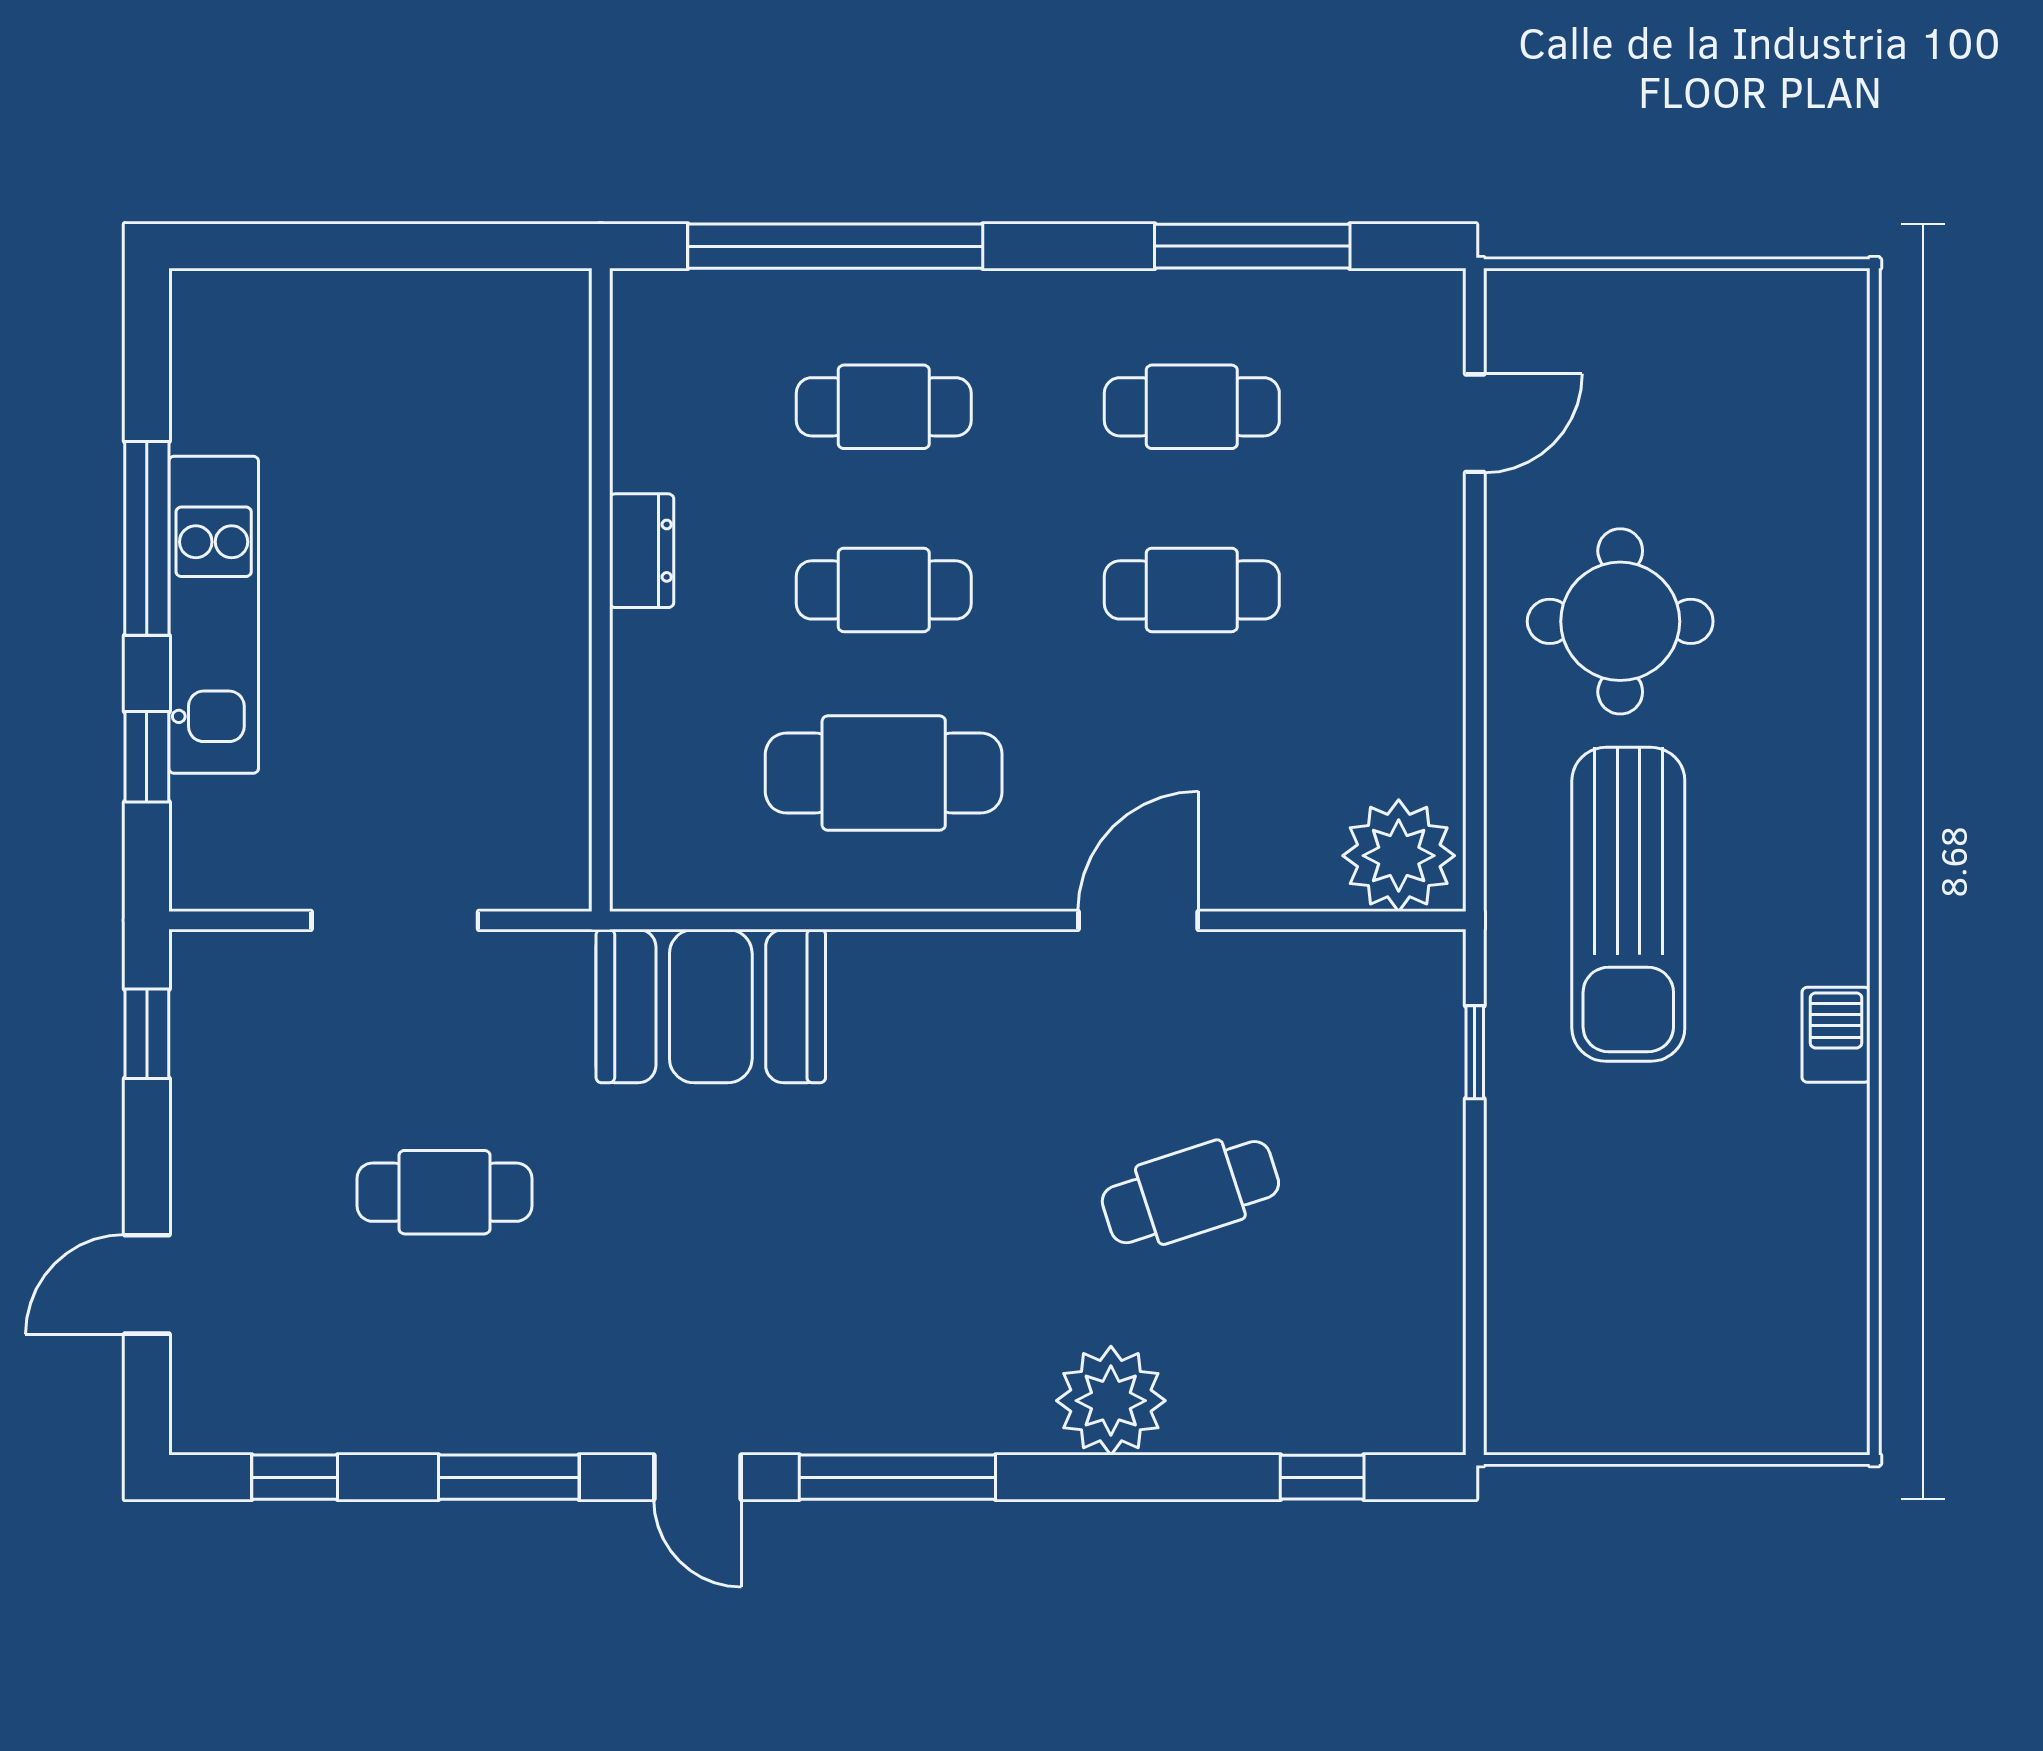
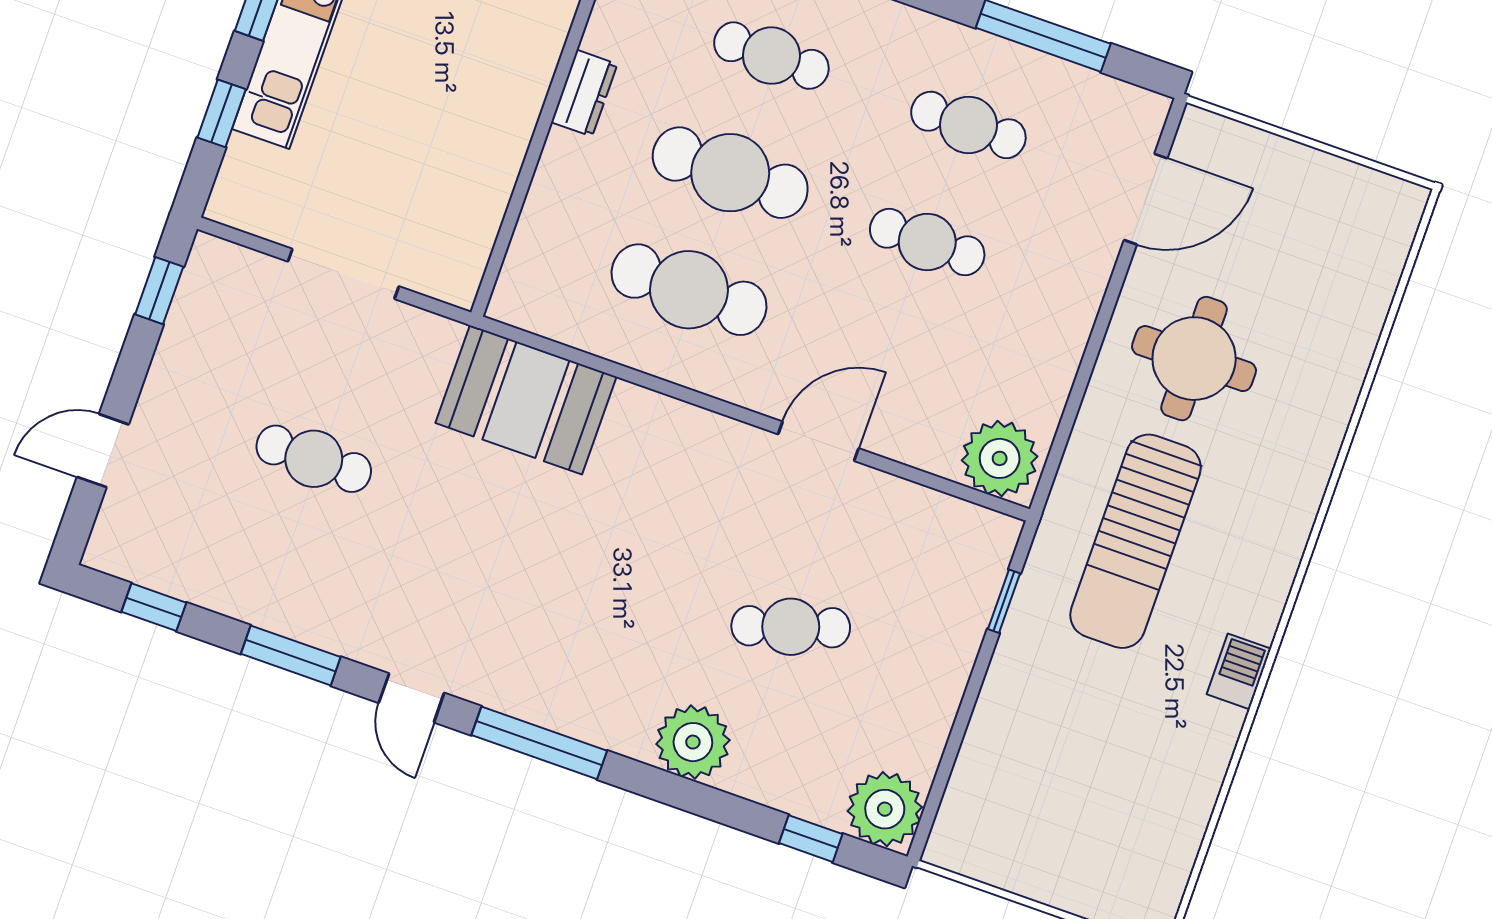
door: (1475, 423) -> (1146, 199), width x1.38
cafe table: (884, 590) -> (730, 173), width x1.37, depth x1.35
plant: (1411, 1400) -> (885, 809), added

